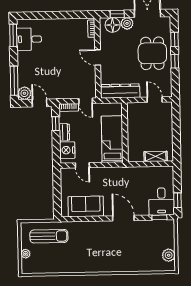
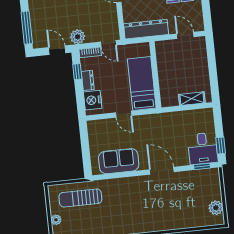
plant: (24, 93) -> (78, 37), moved
door: (82, 165) -> (124, 114), moved
sun lounger: (49, 236) -> (80, 198), turned 180

